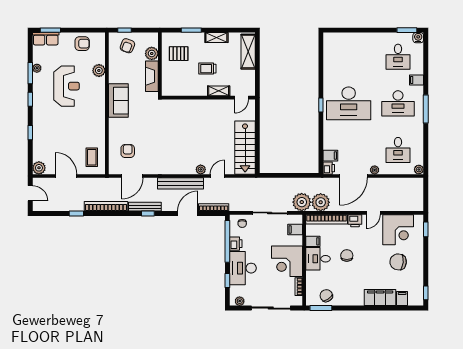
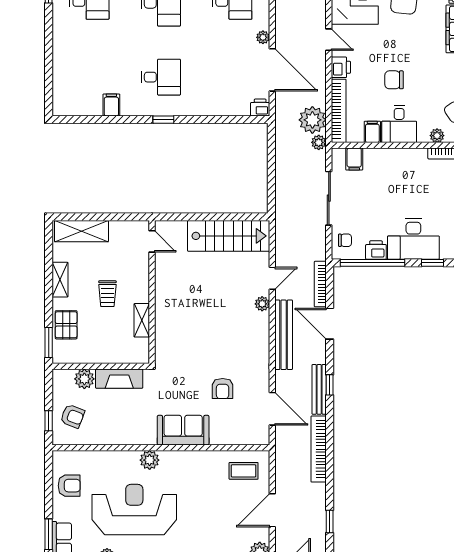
window: (191, 30) -> (49, 343), moved
armchair: (82, 44) -> (69, 486), turned 90
pallet: (179, 54) -> (66, 325), moved
plant: (99, 70) -> (150, 460), moved
reception desk: (67, 86) -> (134, 510), width x1.36, depth x1.30
shelving: (219, 91) -> (142, 320), moved
sofa: (118, 101) -> (183, 430), moved
desk: (349, 103) -> (161, 77), width x0.53, depth x0.77
armchair: (128, 151) -> (223, 389), moved, turned -90
filing cabinet: (330, 156) -> (111, 105), moved
door: (217, 176) -> (272, 278), swing flipped
plant: (302, 202) -> (319, 142), width x0.53, depth x0.53
window: (76, 213) -> (330, 521), moved
corner desk: (287, 261) -> (403, 171), removed
plant: (310, 283) -> (437, 136), added

